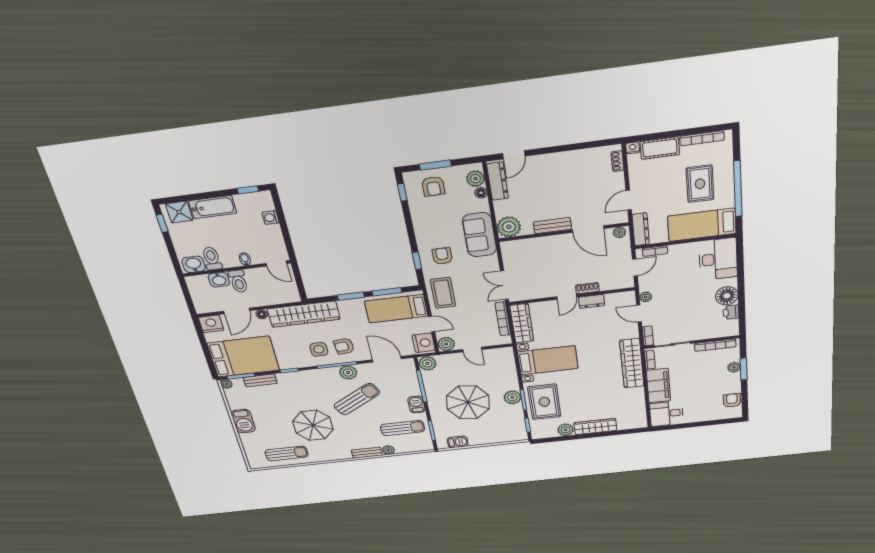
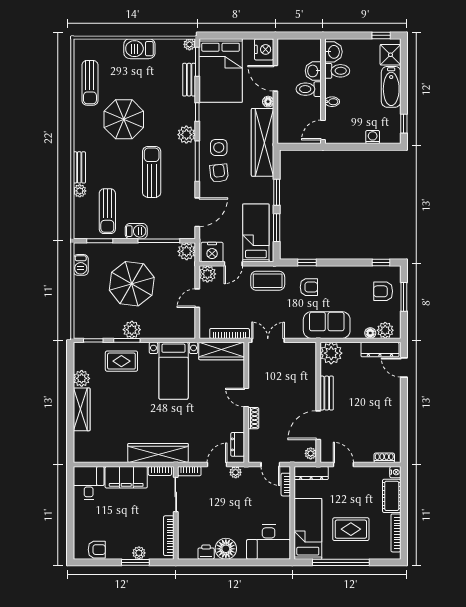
dresser: (592, 301) -> (238, 444), moved
plant: (348, 372) -> (186, 135), moved
sun lounger: (357, 399) -> (152, 172), turned -151
rug: (544, 402) -> (121, 361), width x0.73, depth x0.70

